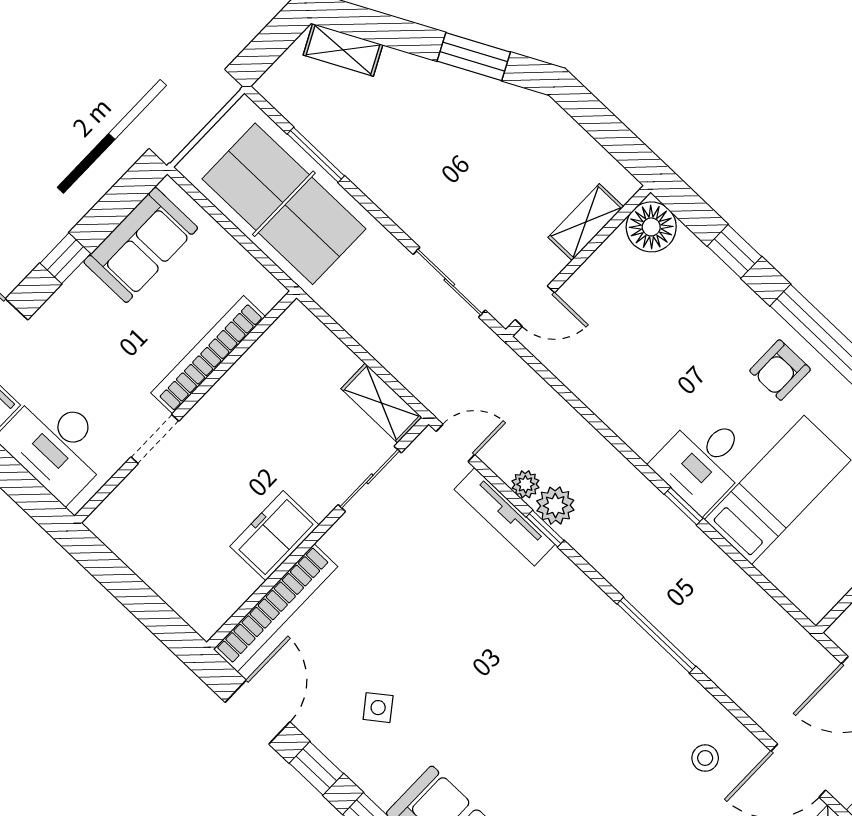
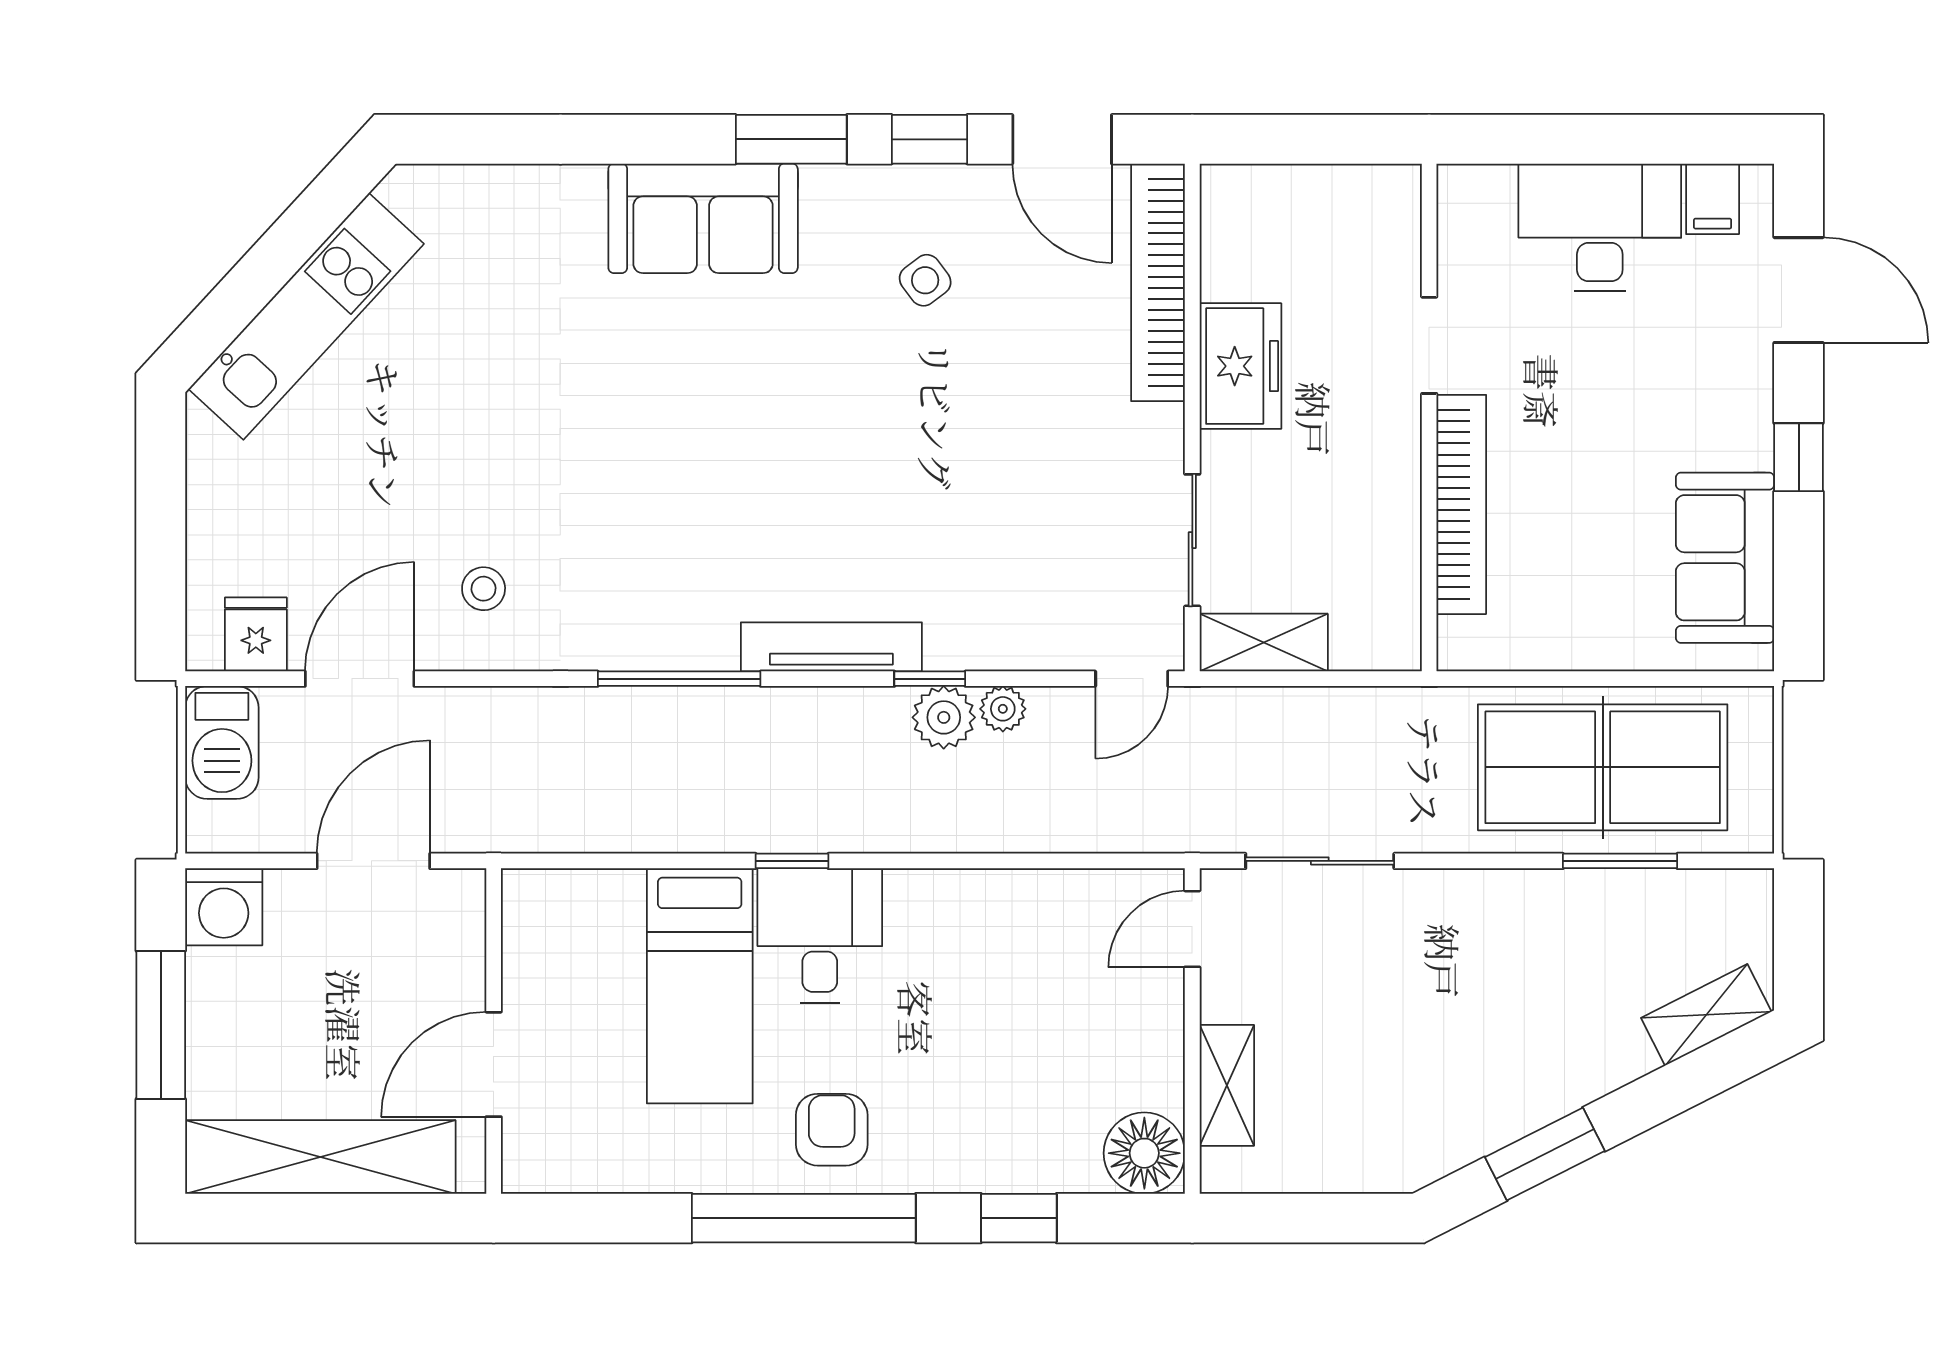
bookcase: (208, 355) -> (1461, 504), moved
wall: (186, 407) -> (1429, 417), moved
doorway: (155, 439) -> (1429, 345), moved
tv unit: (505, 517) -> (831, 647), moved

